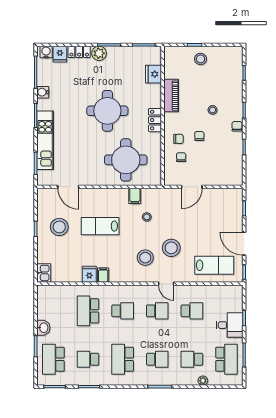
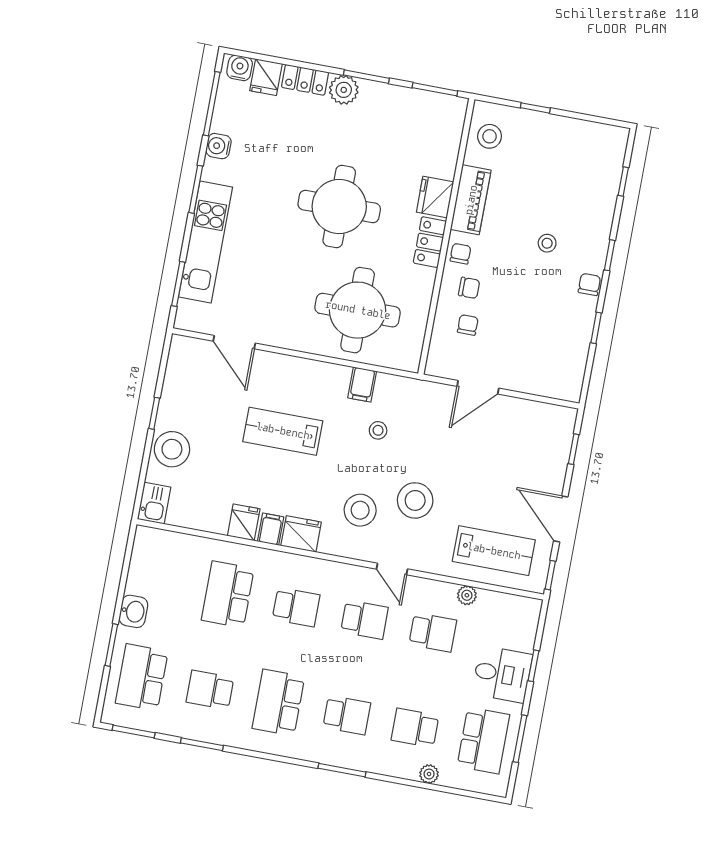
stool: (201, 59) -> (490, 136), moved
fridge: (153, 74) -> (435, 197), moved
chair: (199, 136) -> (460, 254), moved
stool: (59, 227) -> (172, 449), moved
fridge: (118, 275) -> (301, 534), added
plant: (205, 290) -> (467, 595), added

